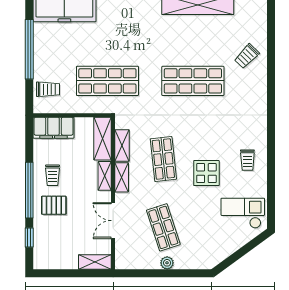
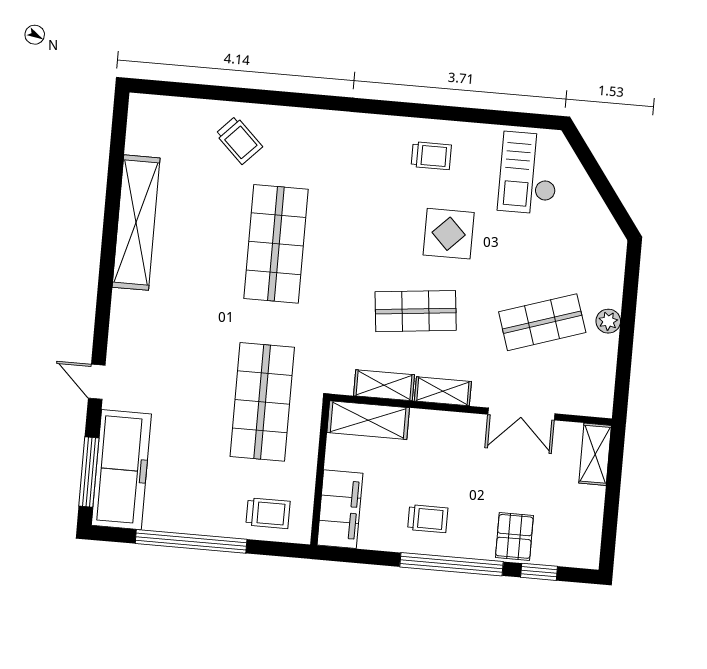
trolley: (48, 89) -> (268, 513), turned 90
shelving: (105, 176) -> (437, 422), removed
pallet: (54, 205) -> (514, 536), moved

